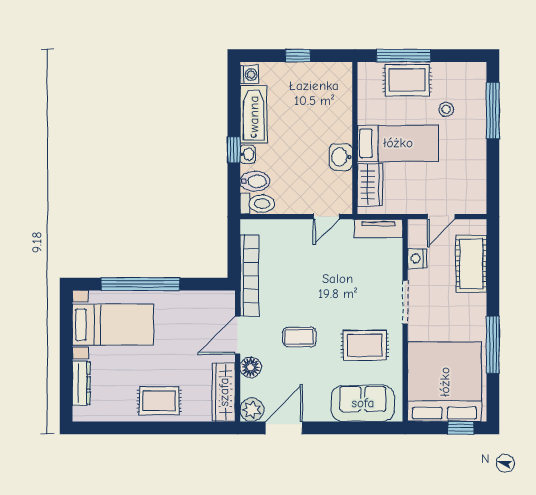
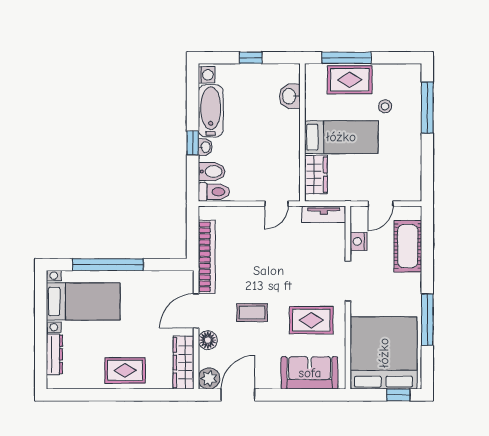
washbasin: (341, 157) -> (290, 96), moved

